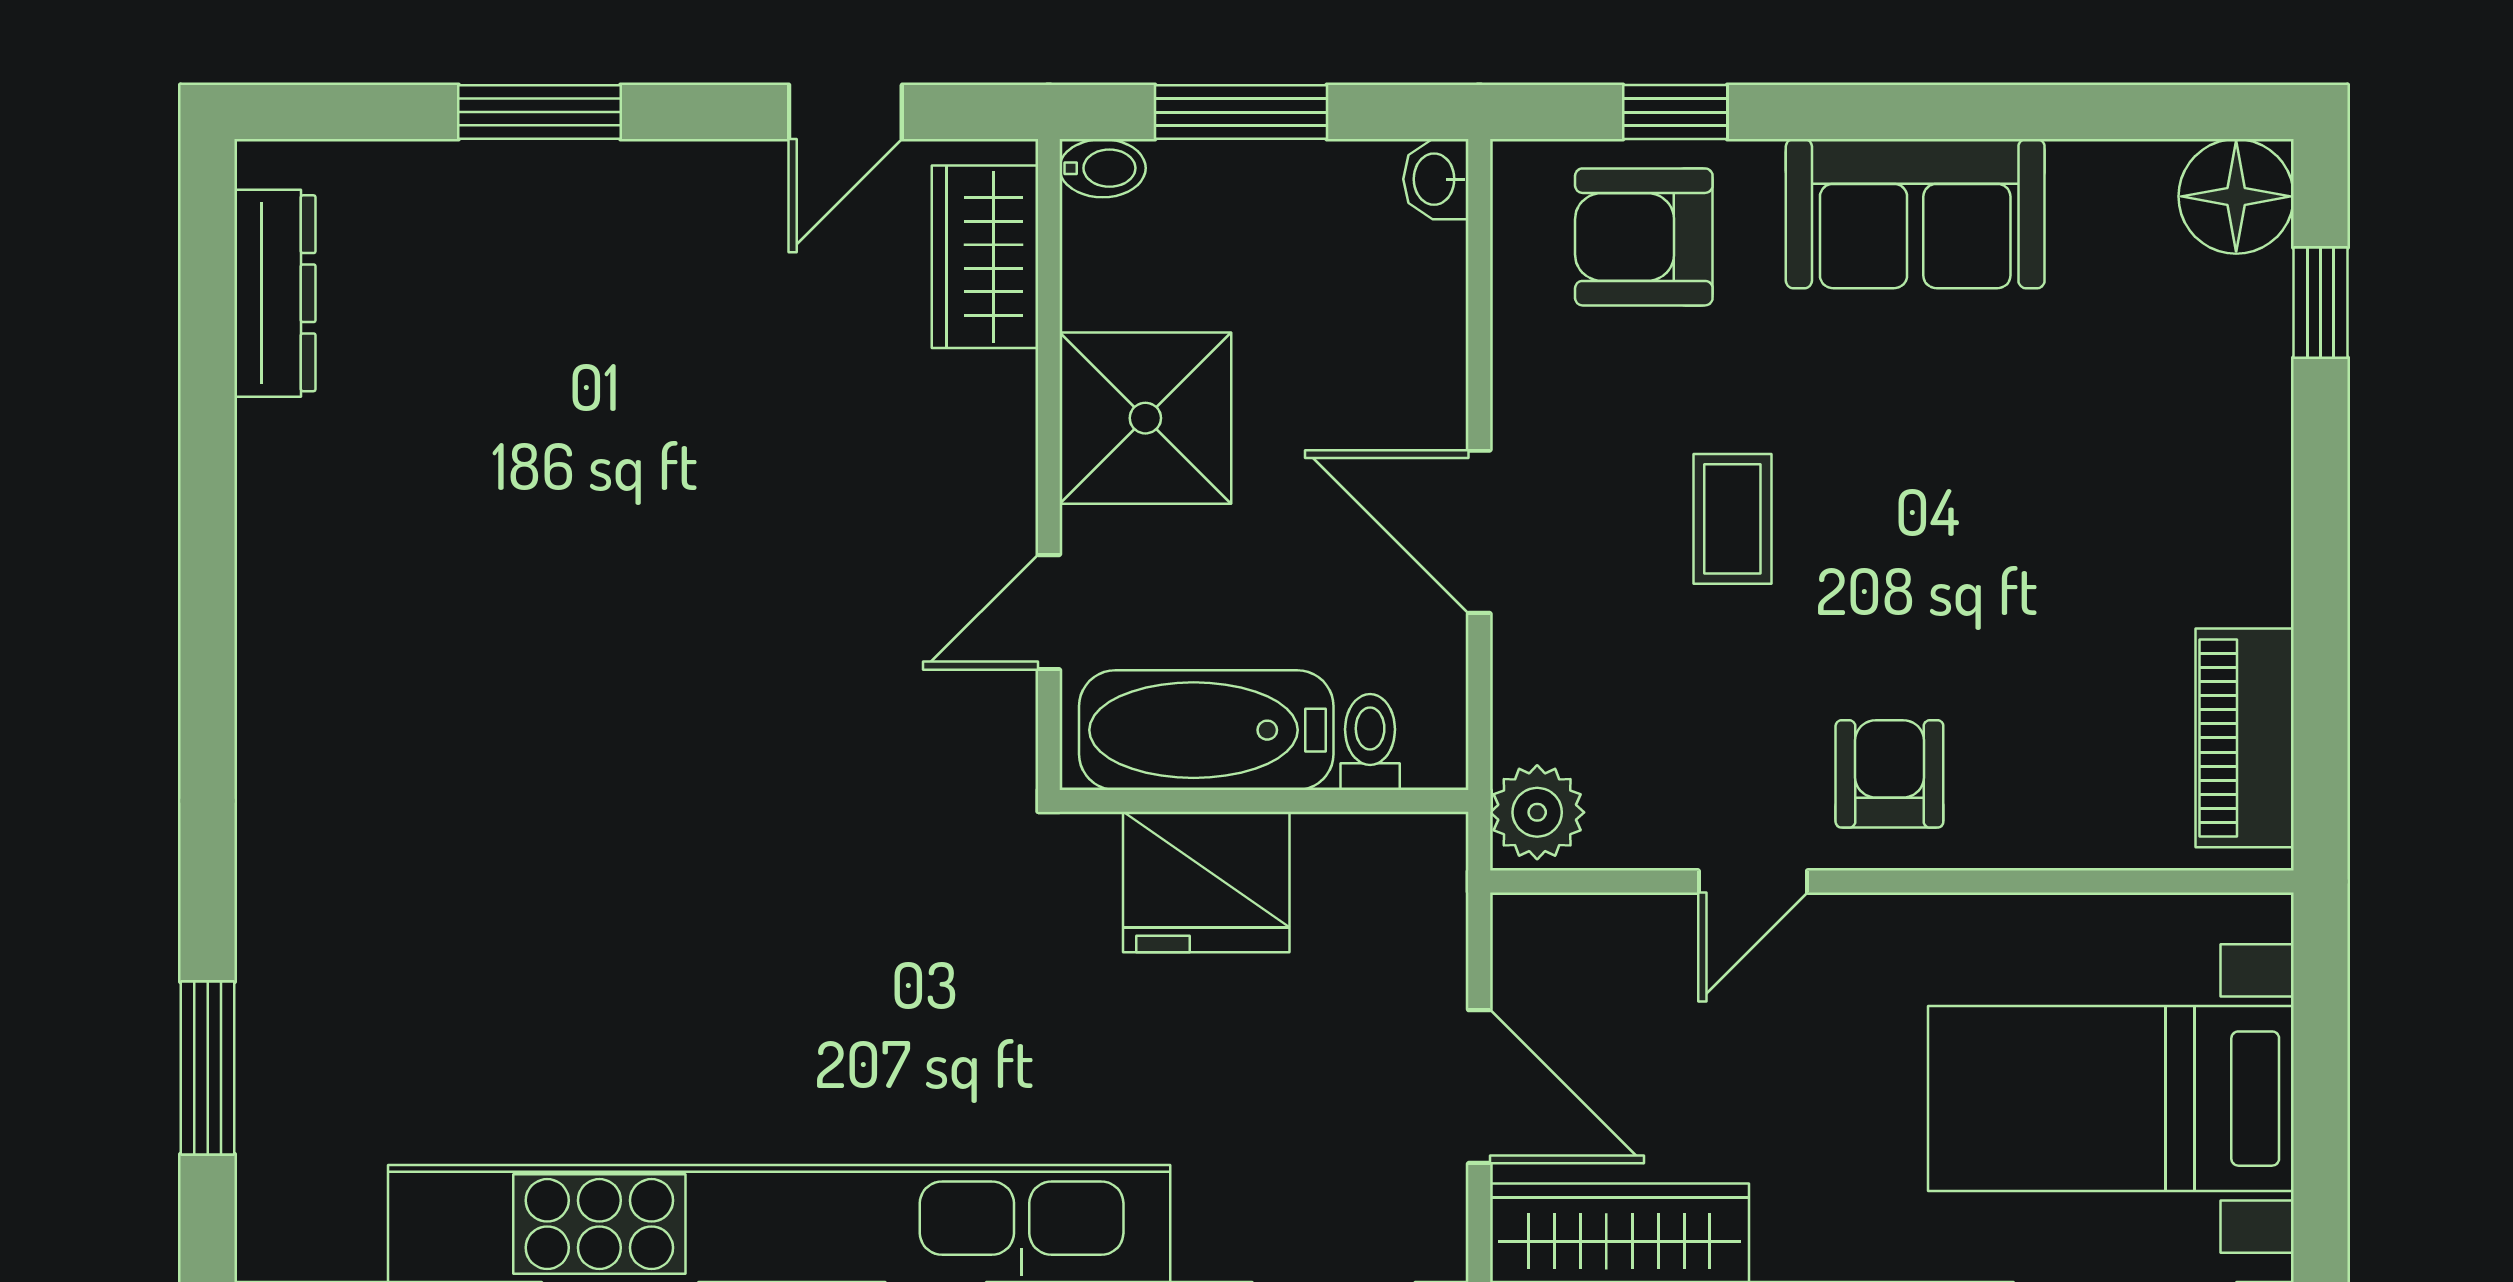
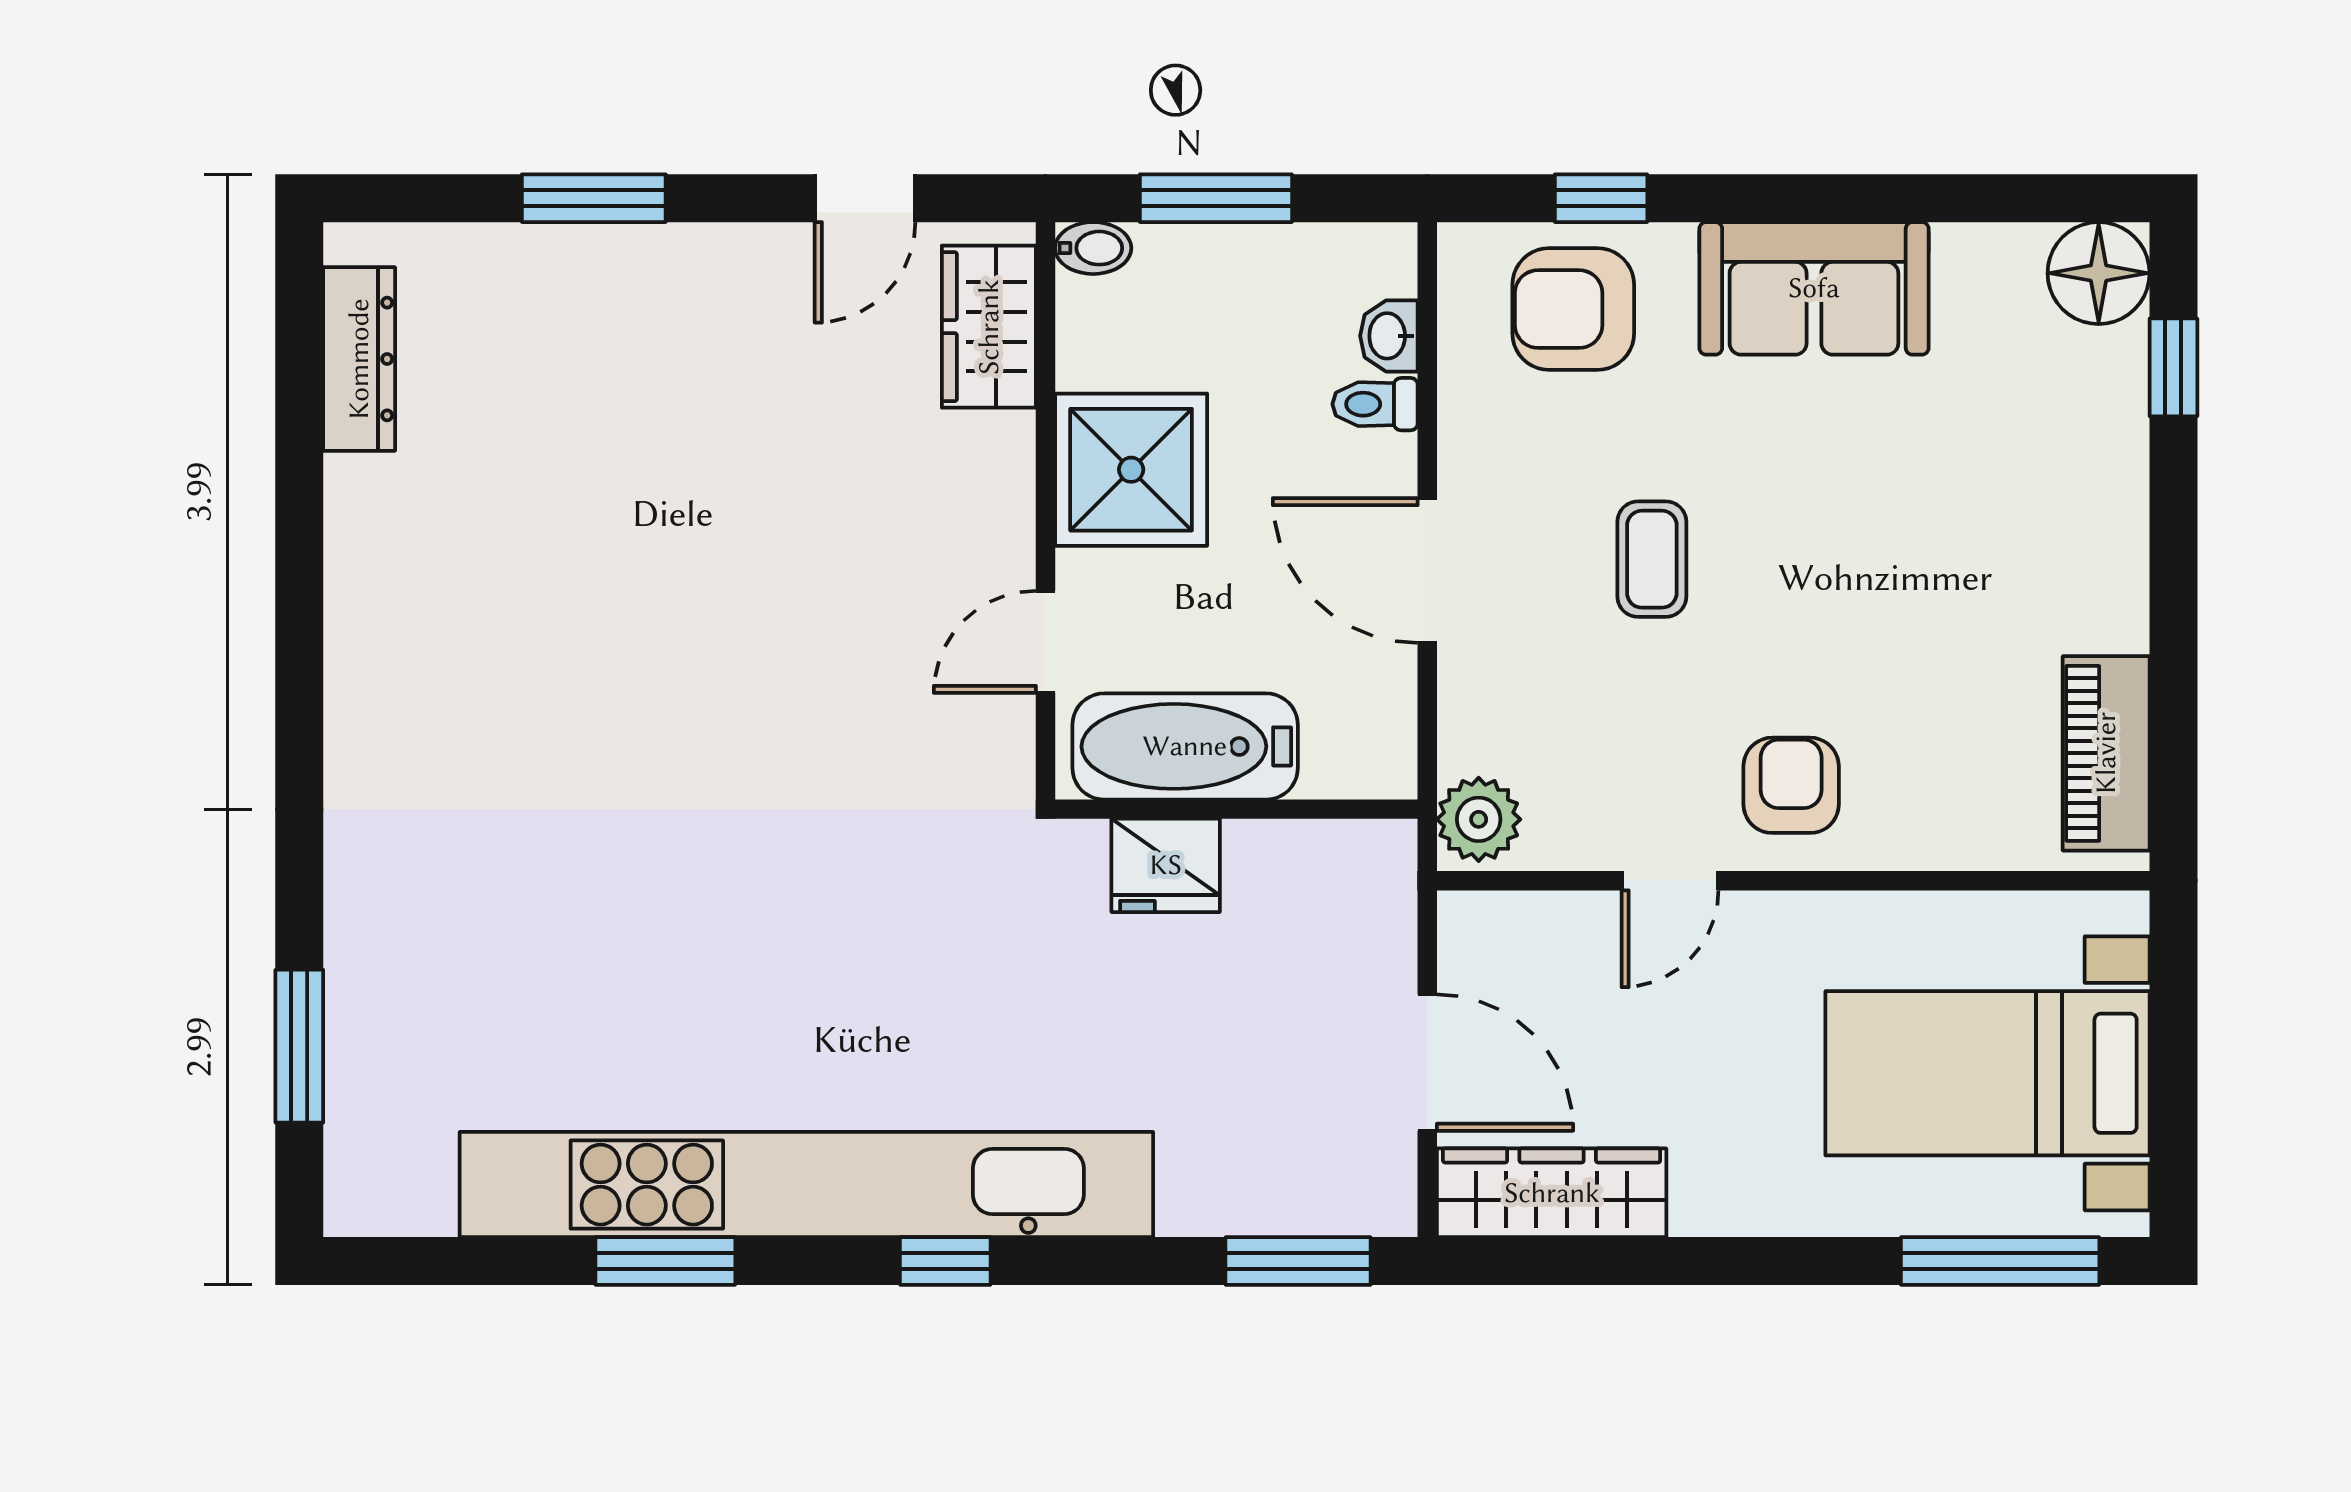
washbasin: (1436, 179) -> (1389, 336), moved
toilet: (1370, 742) -> (1375, 404), moved, turned -90
fridge: (1206, 882) -> (1166, 865), width x0.73, depth x0.75

